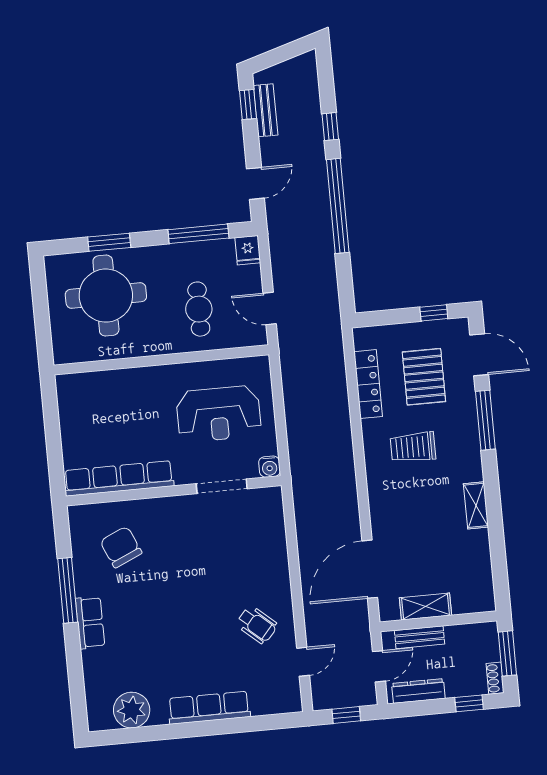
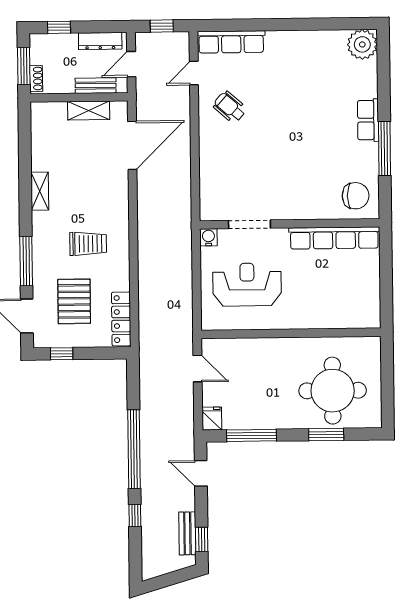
door: (255, 183) -> (201, 473), hinge flipped
cafe table: (199, 309) -> (256, 373), removed
locker: (368, 384) -> (121, 319), moved
chair: (121, 547) -> (356, 196), moved, turned -66
shoe rack: (495, 678) -> (36, 78), moved
row of seats: (209, 708) -> (231, 42), moved
plant: (132, 710) -> (362, 44), moved

